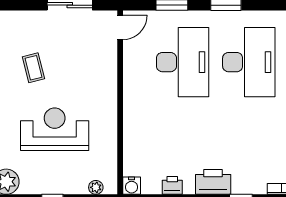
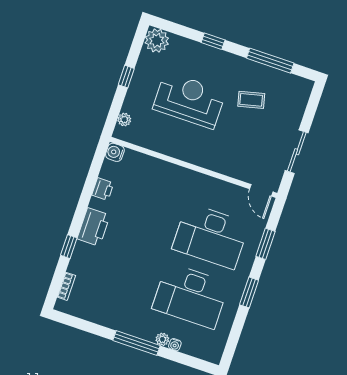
reception desk: (55, 129) -> (189, 100), turned -90

